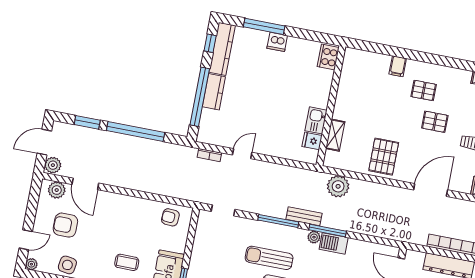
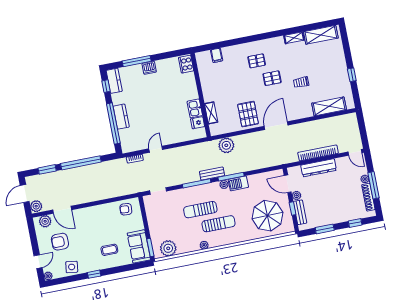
kitchen counter: (222, 49) -> (114, 81), width x0.67
filing cabinet: (398, 66) -> (217, 55), moved
door: (431, 190) -> (276, 126), moved

